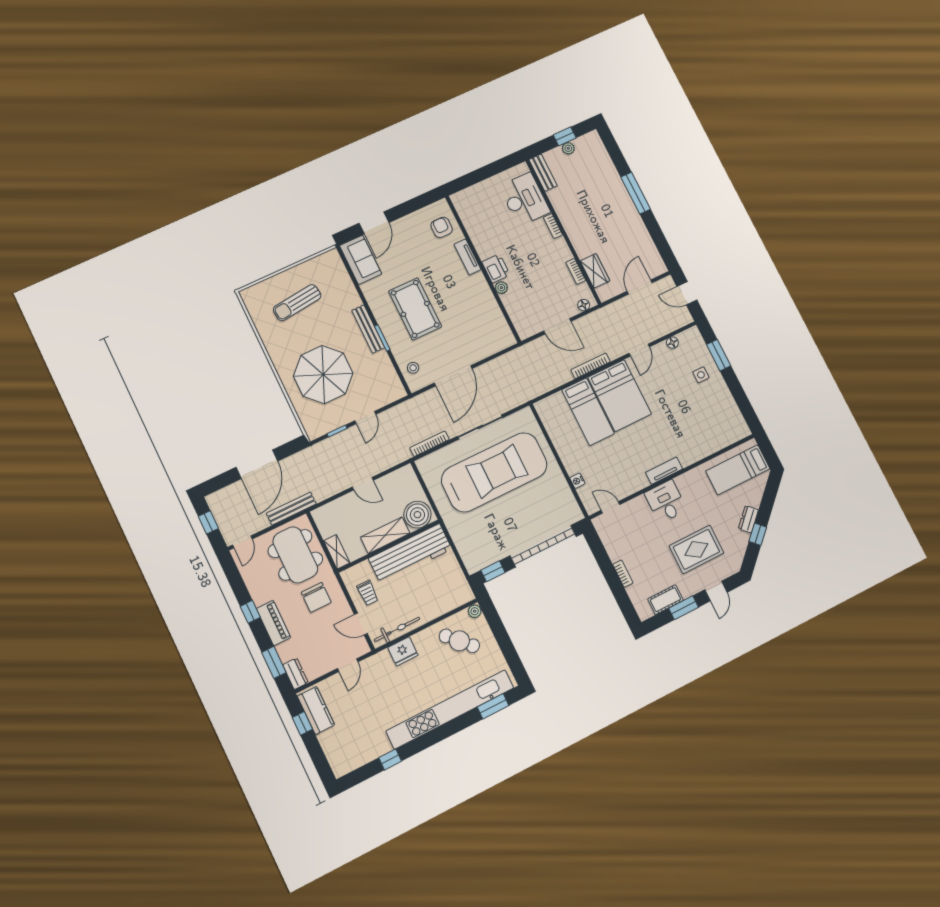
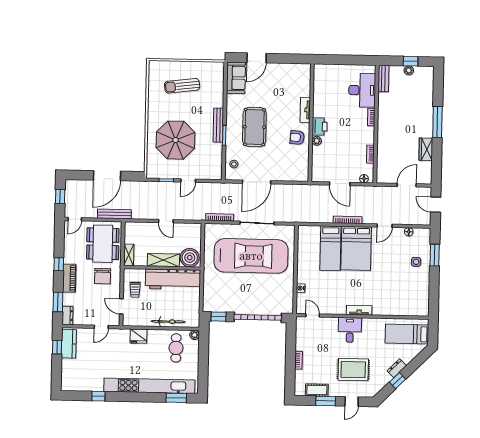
armchair: (442, 227) -> (297, 138), moved, turned -86
wardrobe: (595, 271) -> (426, 149), moved, turned 180
bicycle: (397, 629) -> (168, 322), moved
cafe table: (459, 641) -> (176, 348), turned 44

